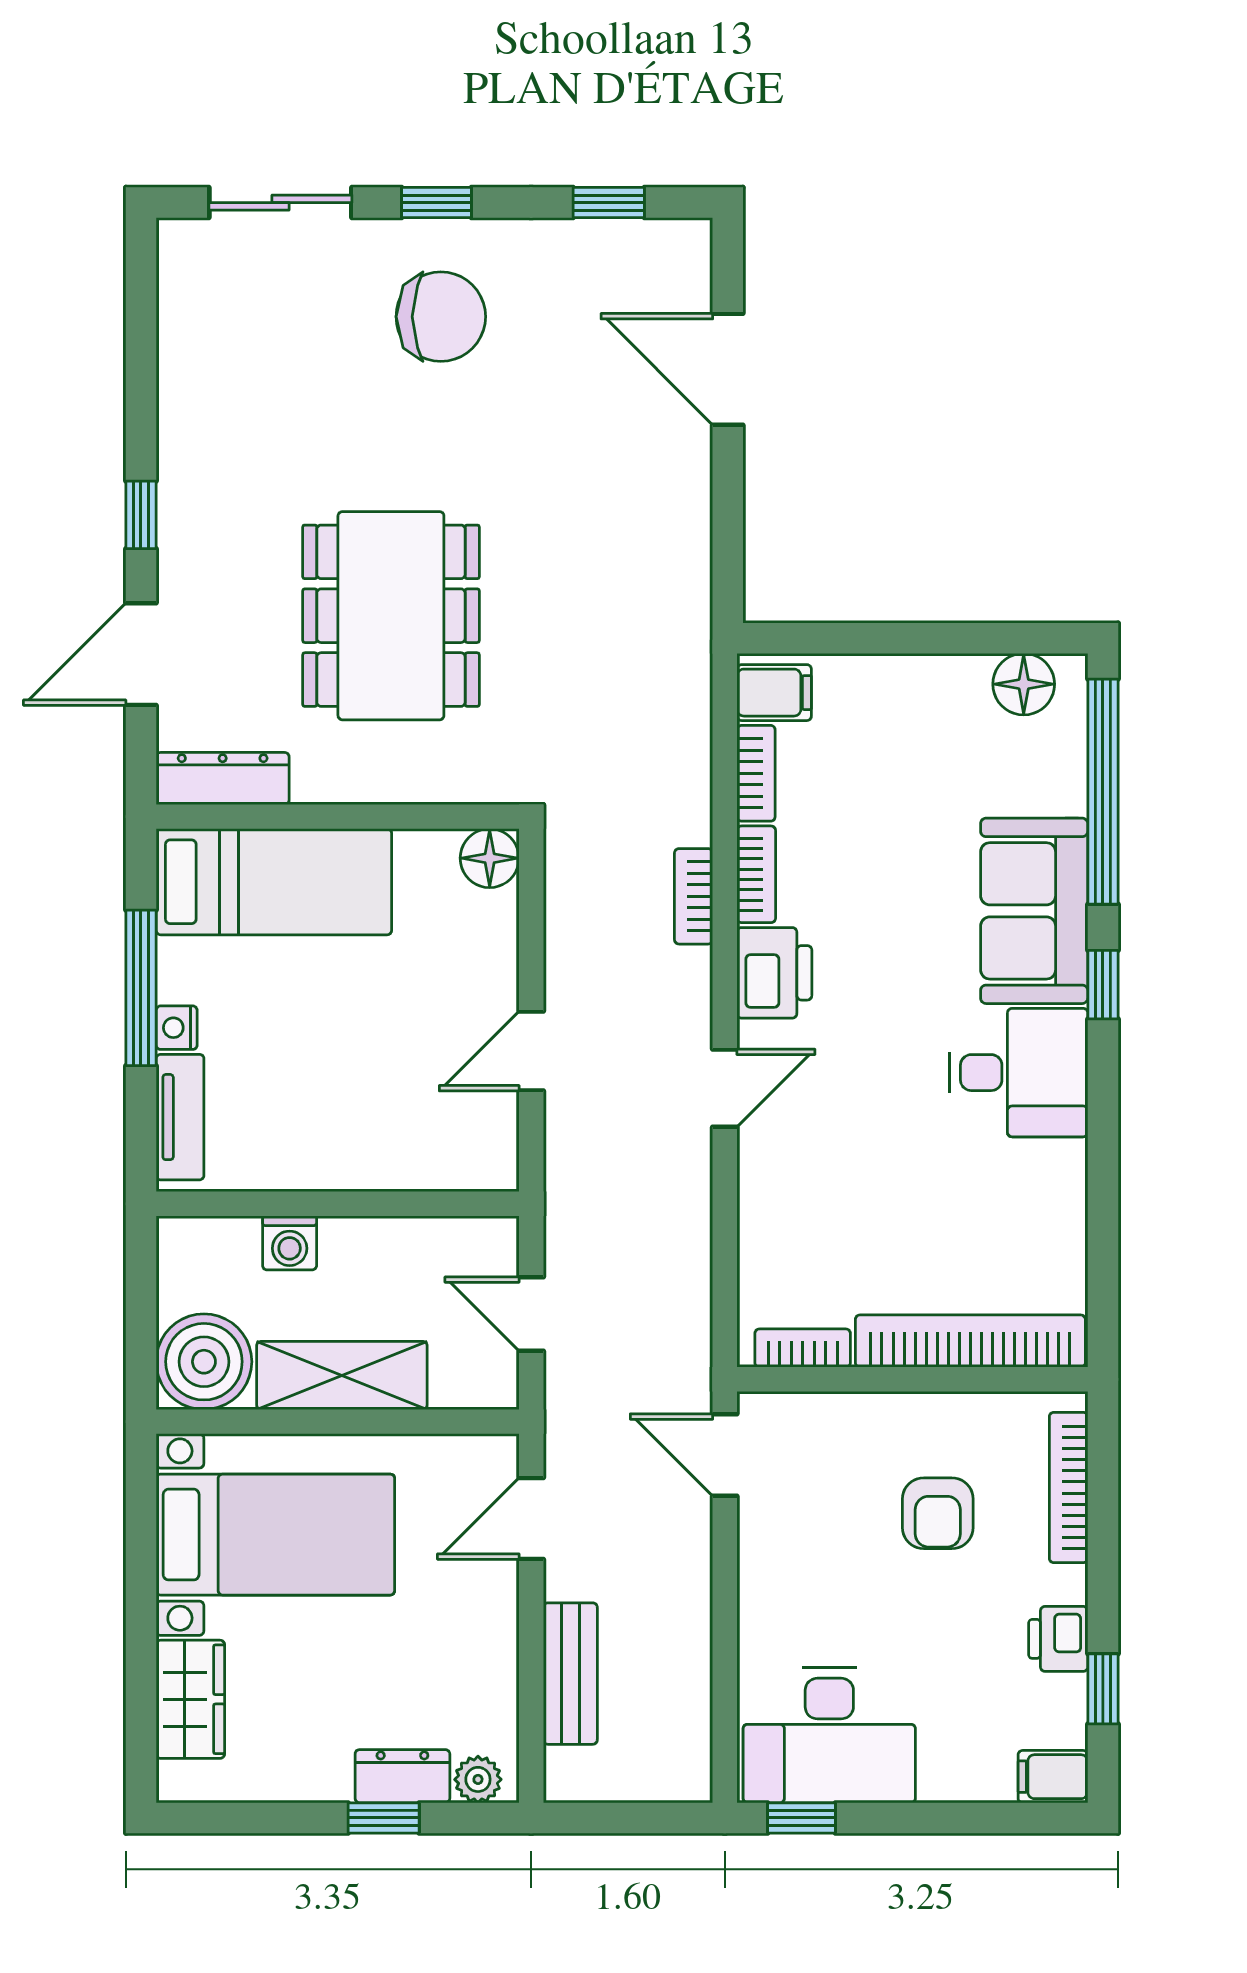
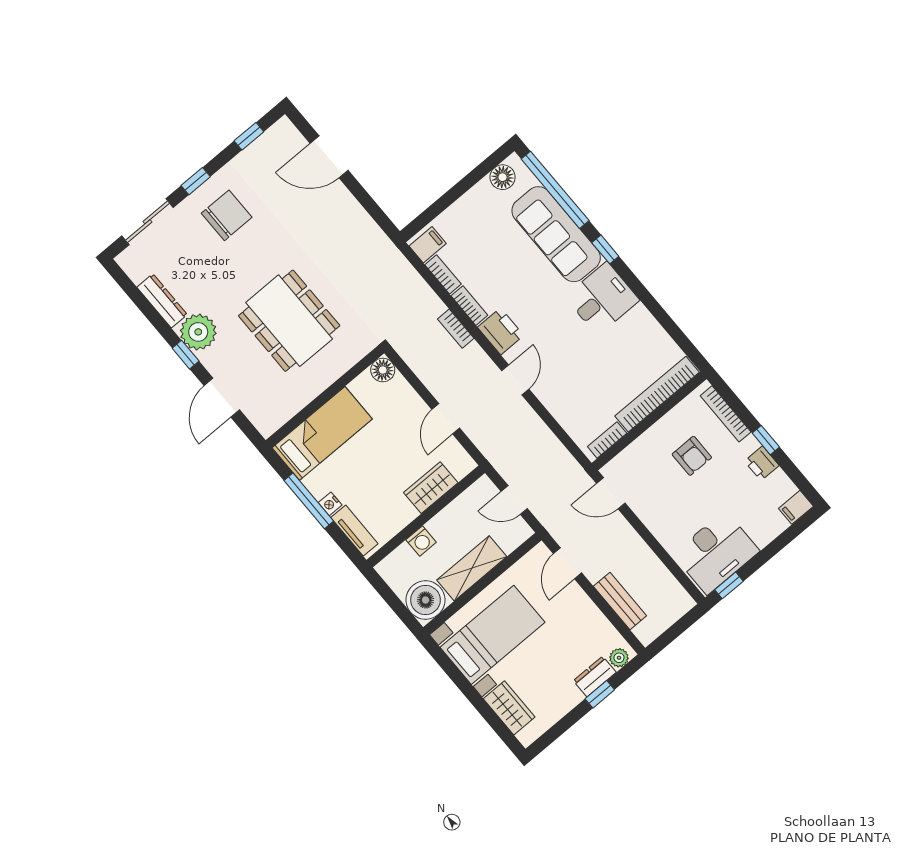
plant: (201, 492) -> (198, 332), added
dresser: (223, 779) -> (162, 301), moved, turned 90
sofa: (1034, 911) -> (556, 234), width x1.36
wardrobe: (393, 1157) -> (431, 488), added
window: (1103, 1689) -> (766, 440), moved

